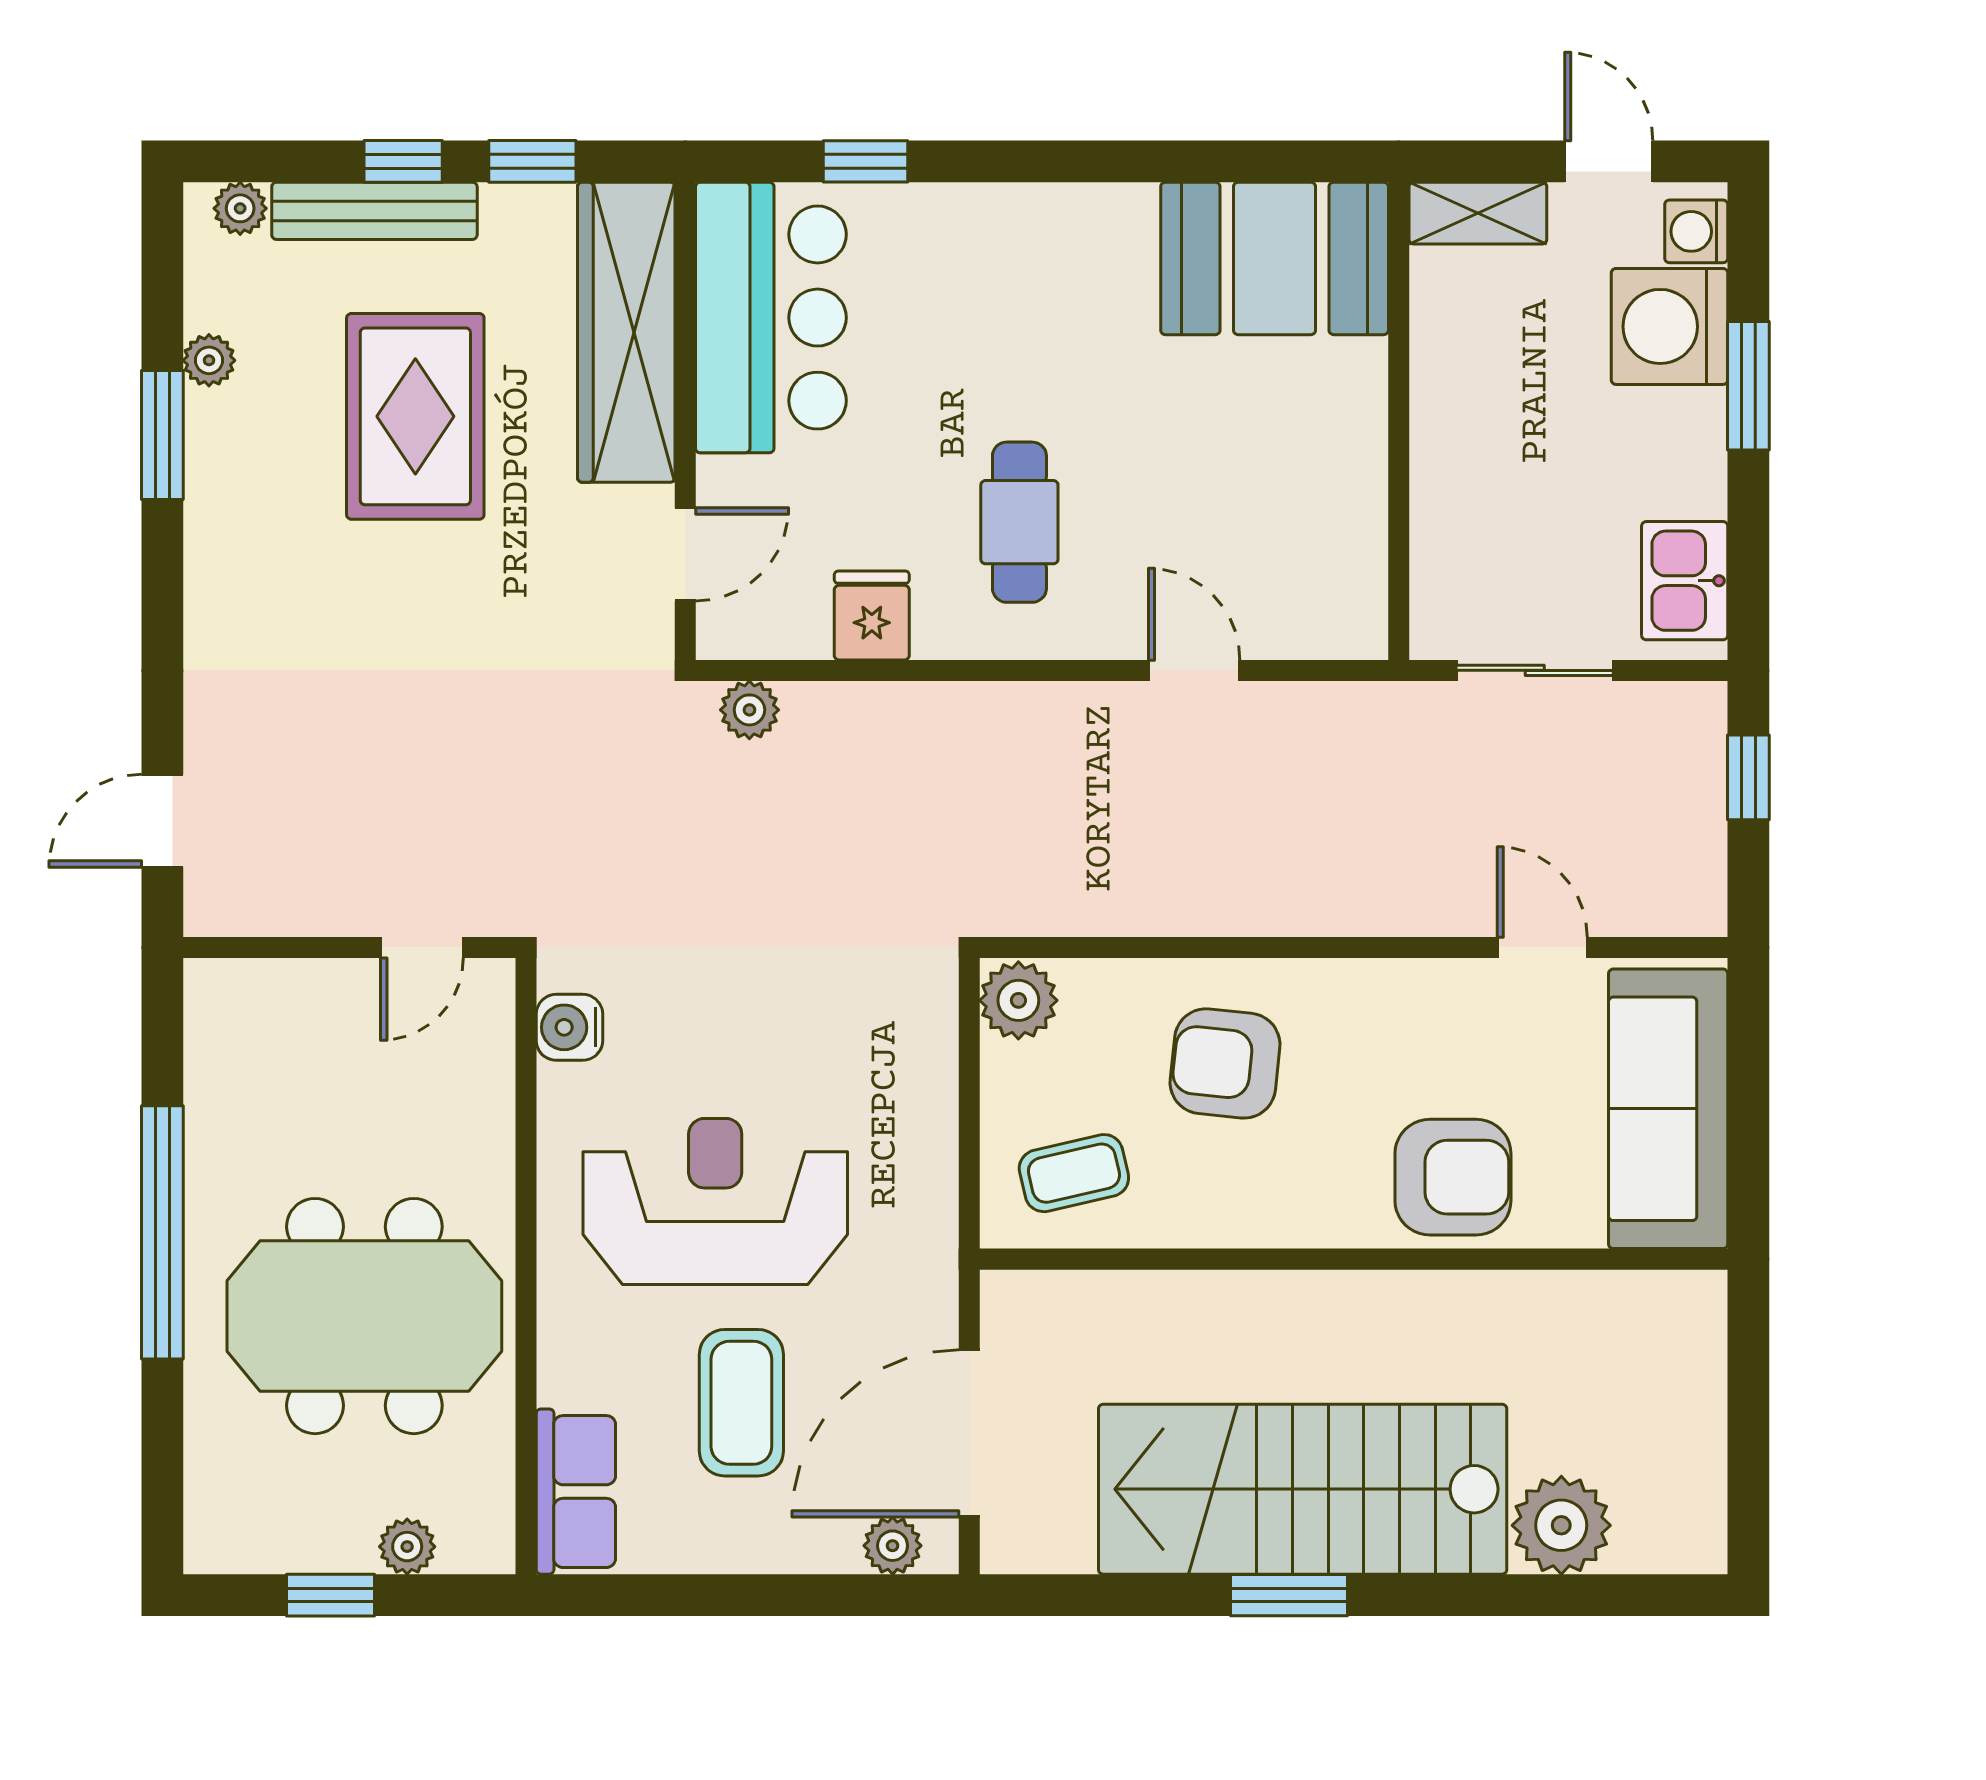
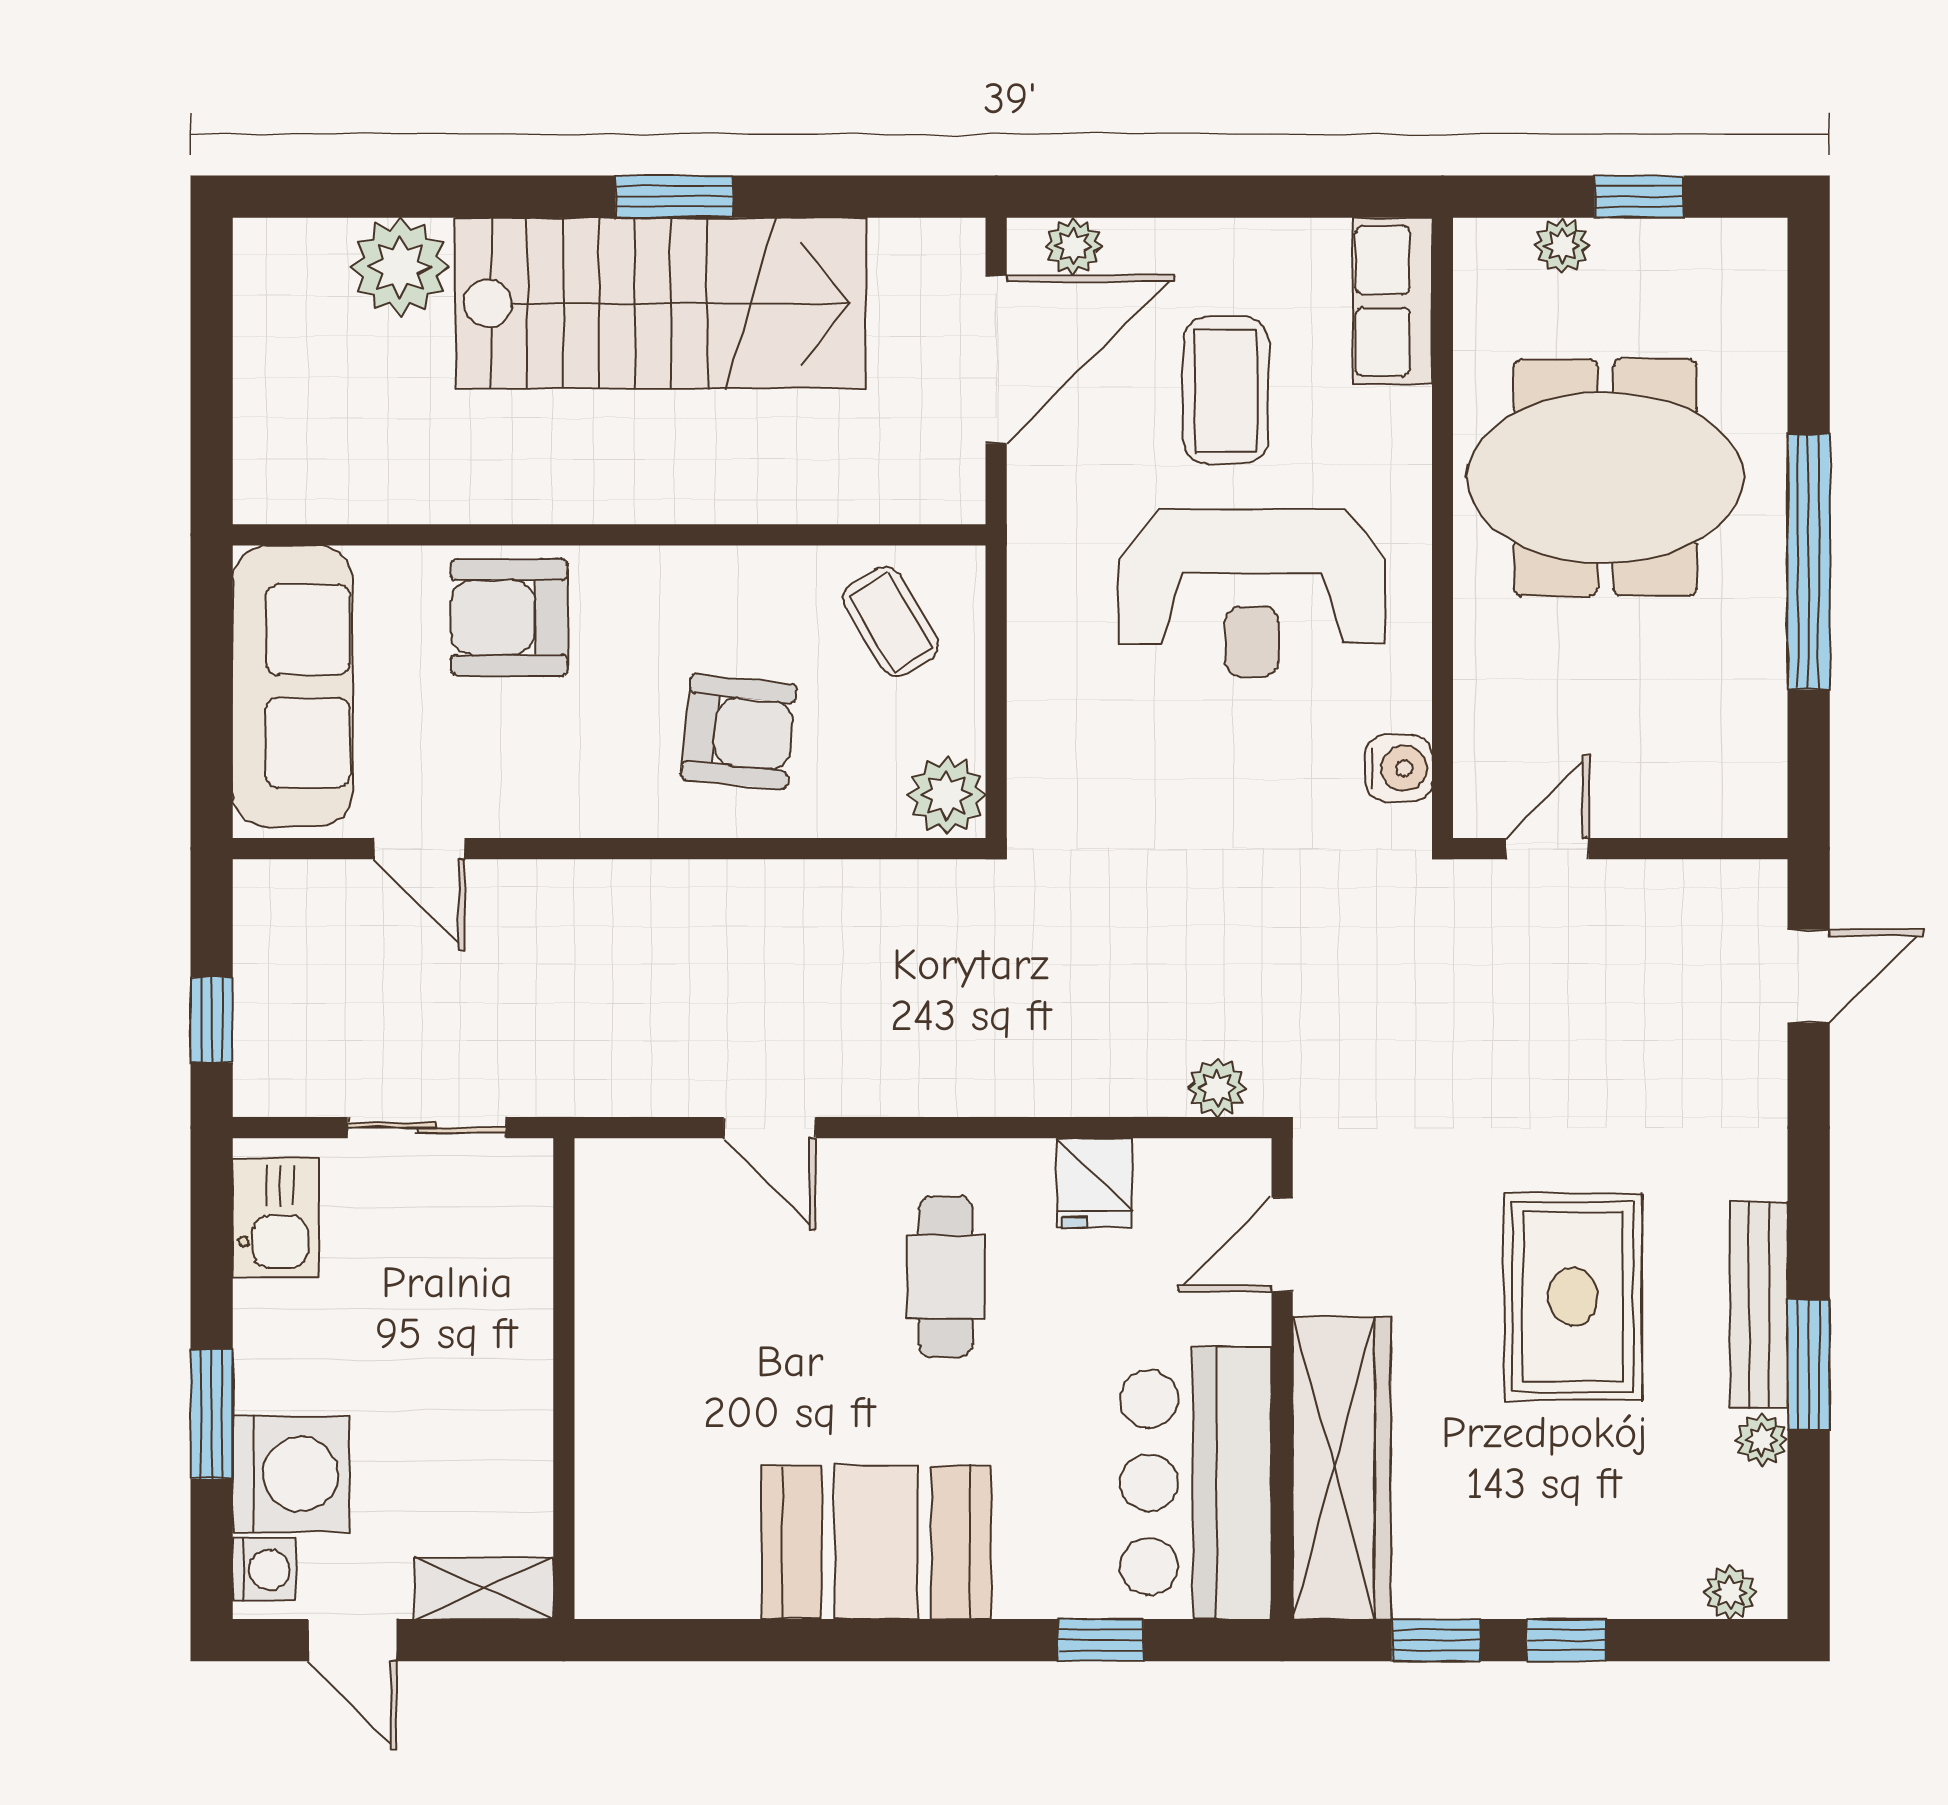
bench: (374, 211) -> (1759, 1305), moved, turned 90
booth: (1275, 258) -> (876, 1542), moved
rug: (415, 416) -> (1573, 1297), moved
coffee table: (1074, 1173) -> (891, 621), turned 72

